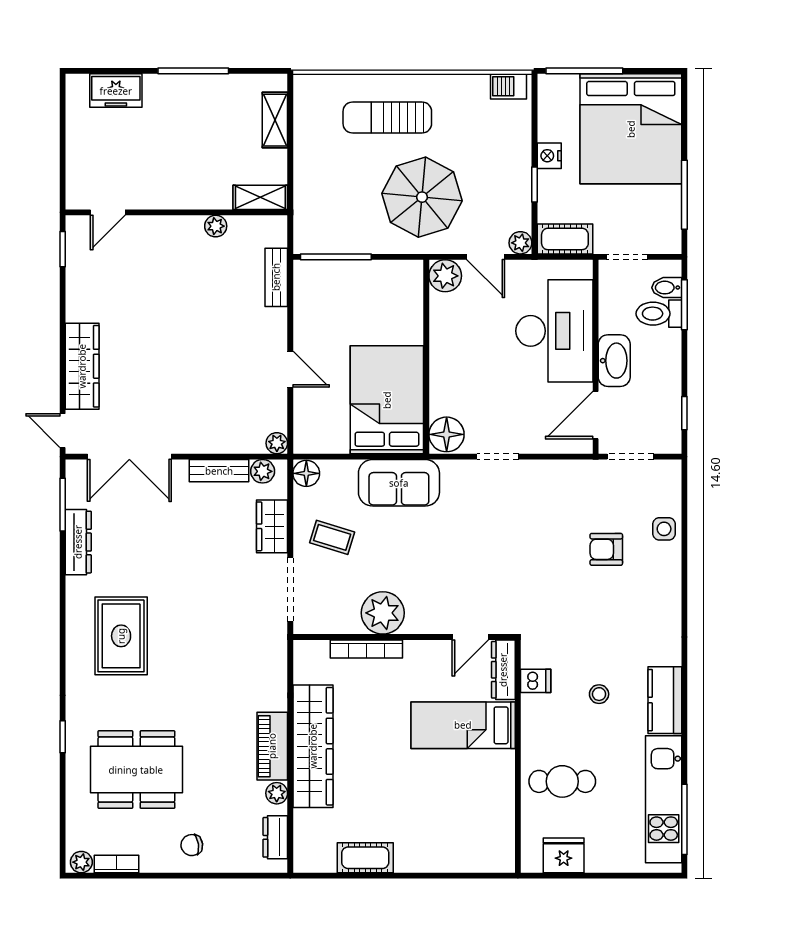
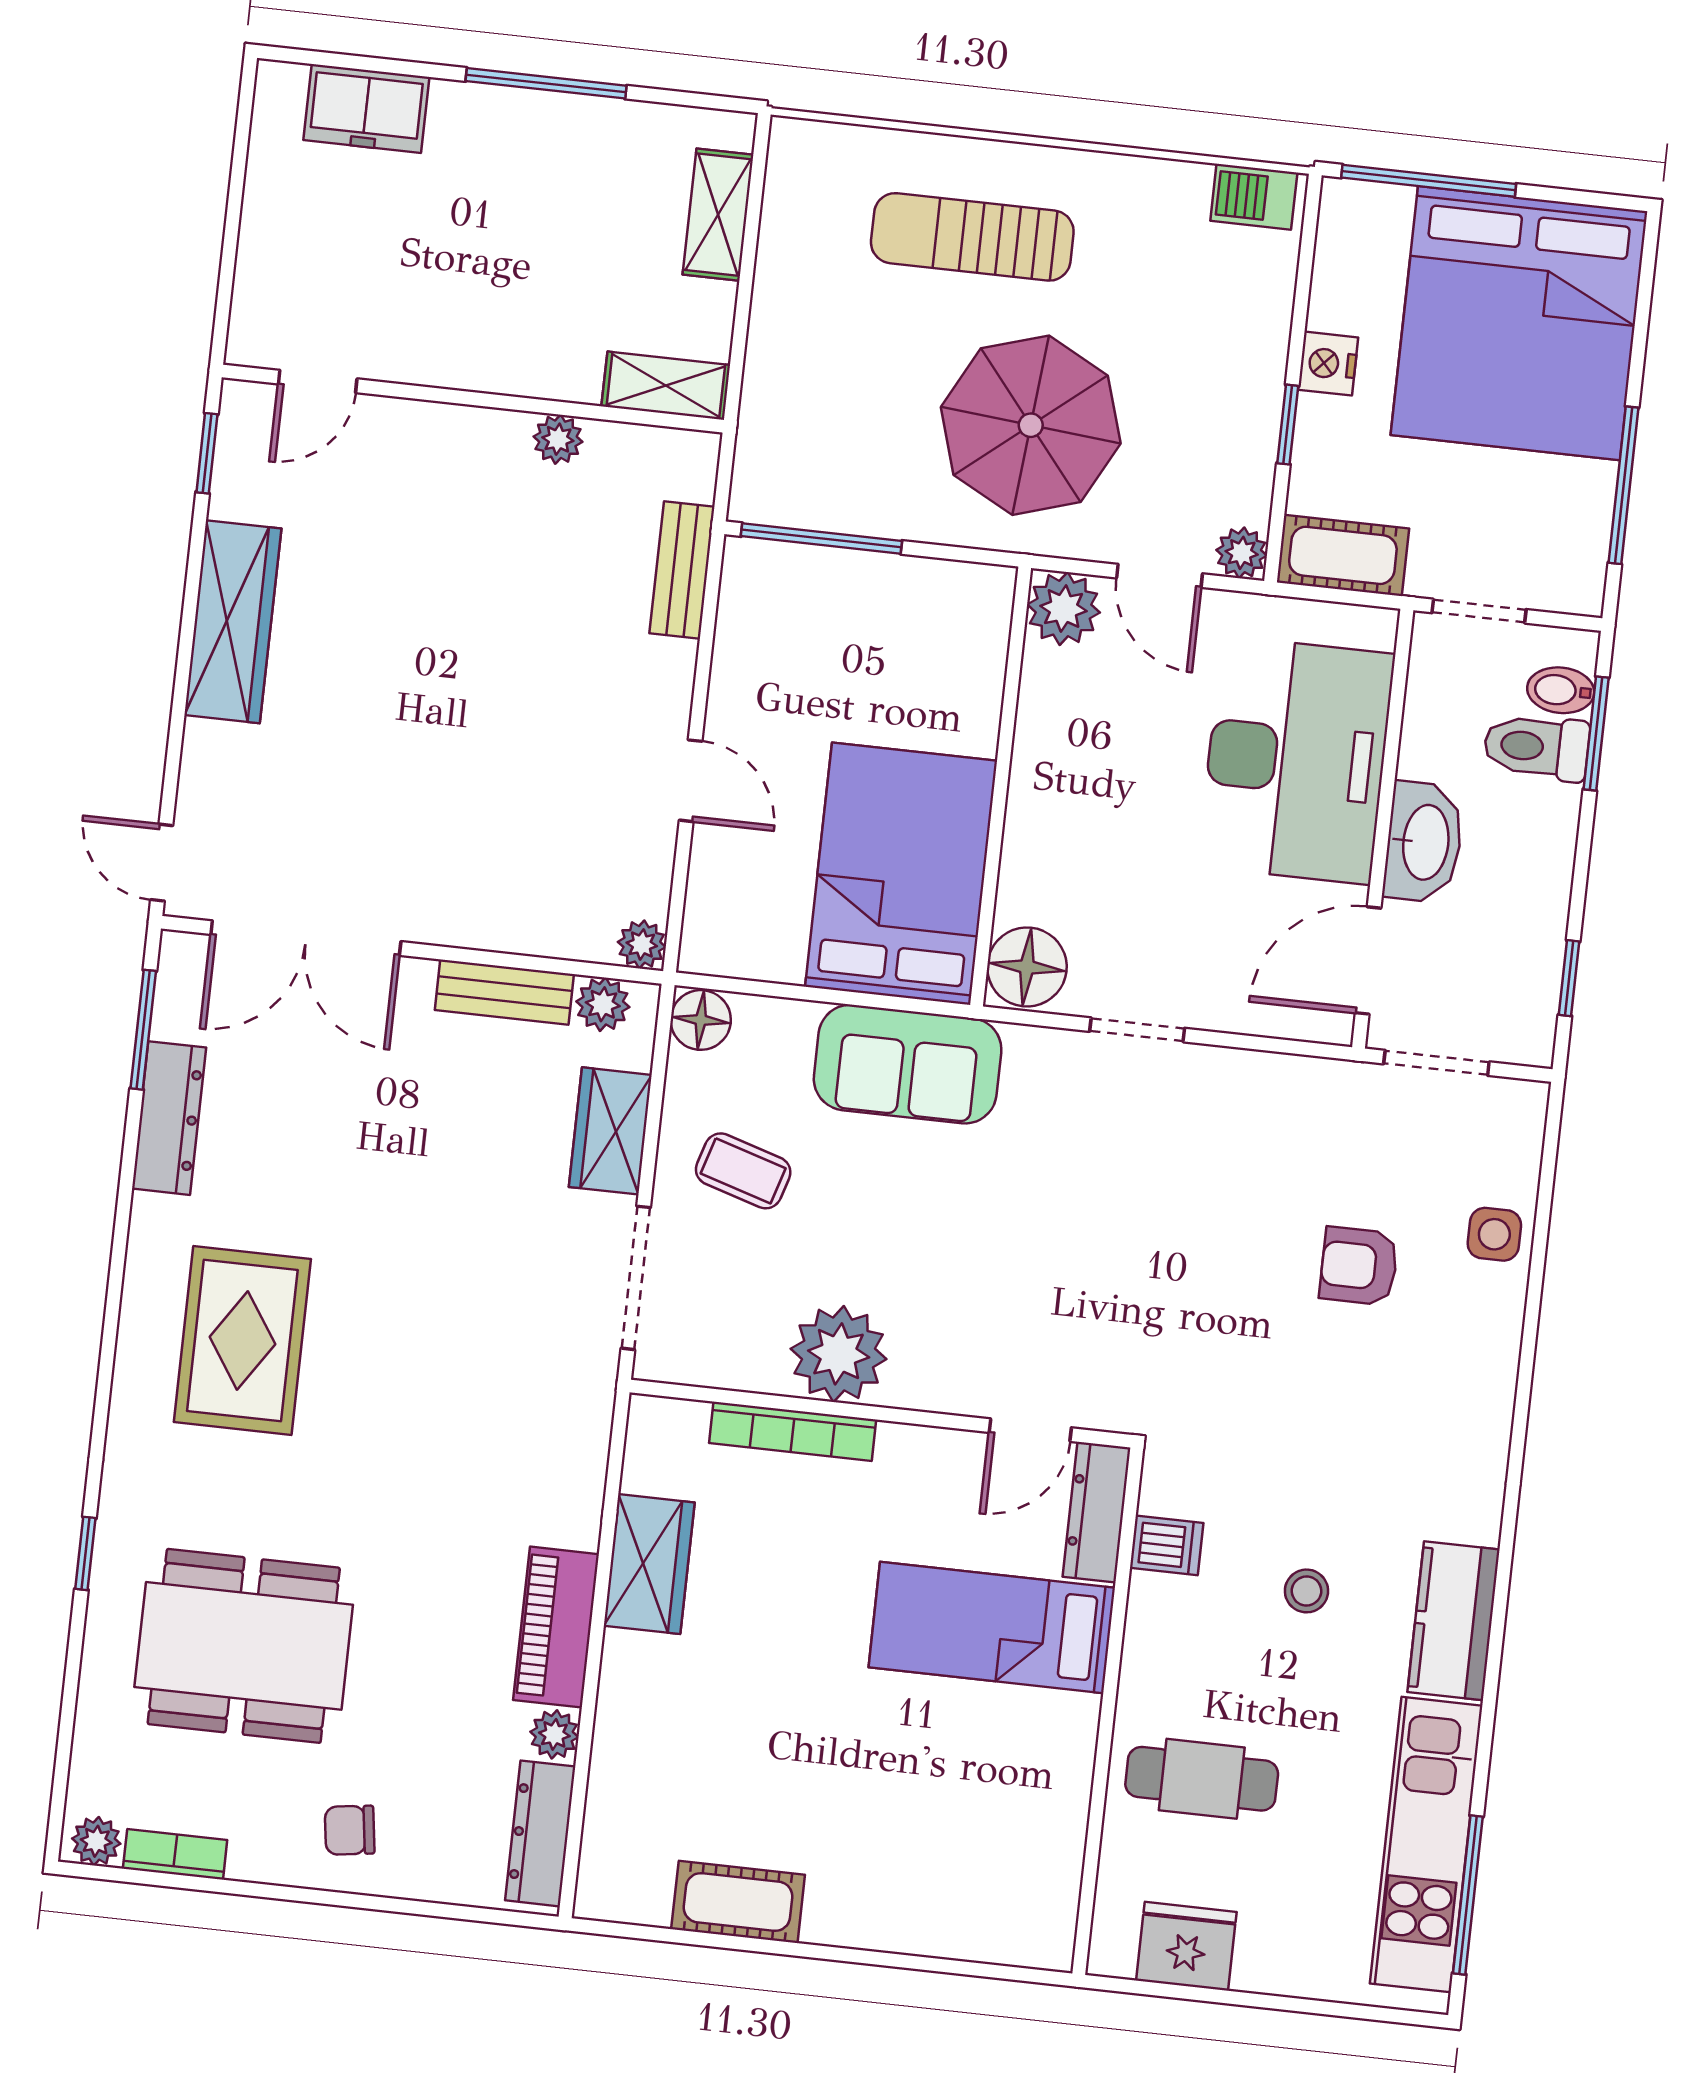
wardrobe: (82, 366) -> (233, 622), moved
wardrobe: (313, 746) -> (649, 1564), width x0.48, depth x0.85
dresser: (275, 837) -> (540, 1833), width x1.44

